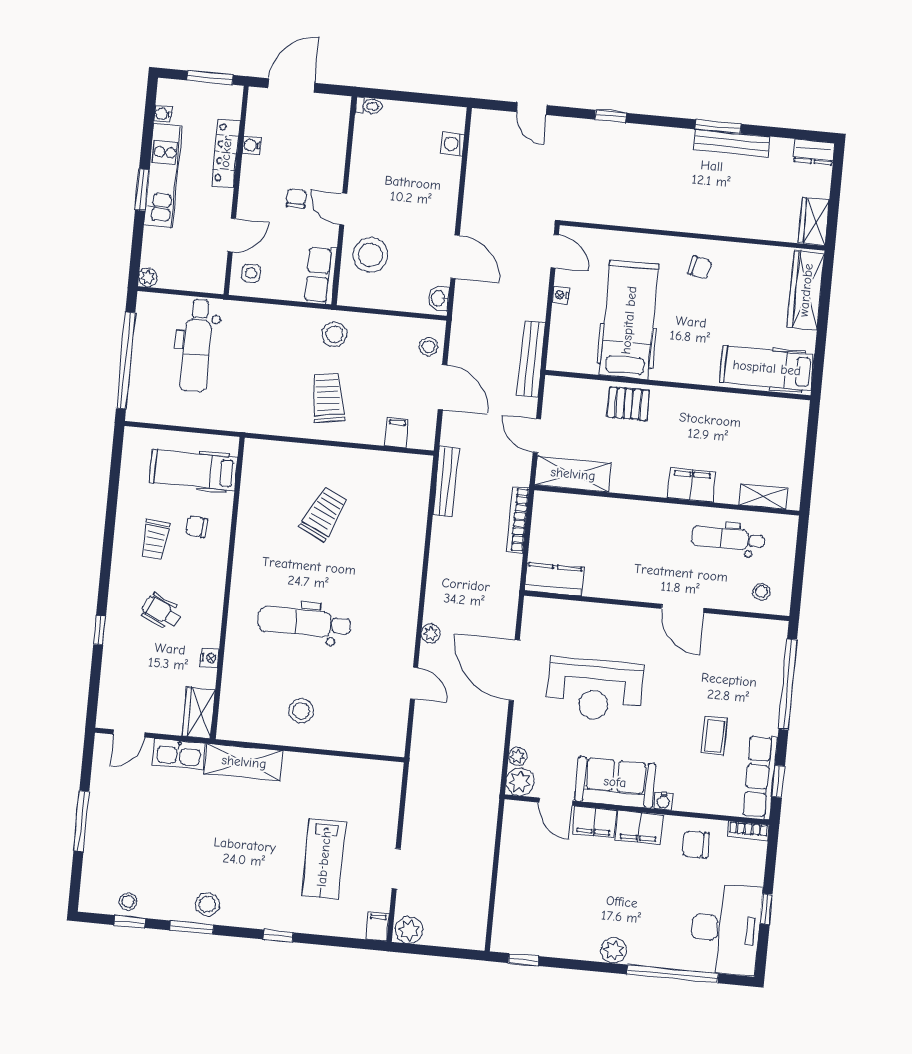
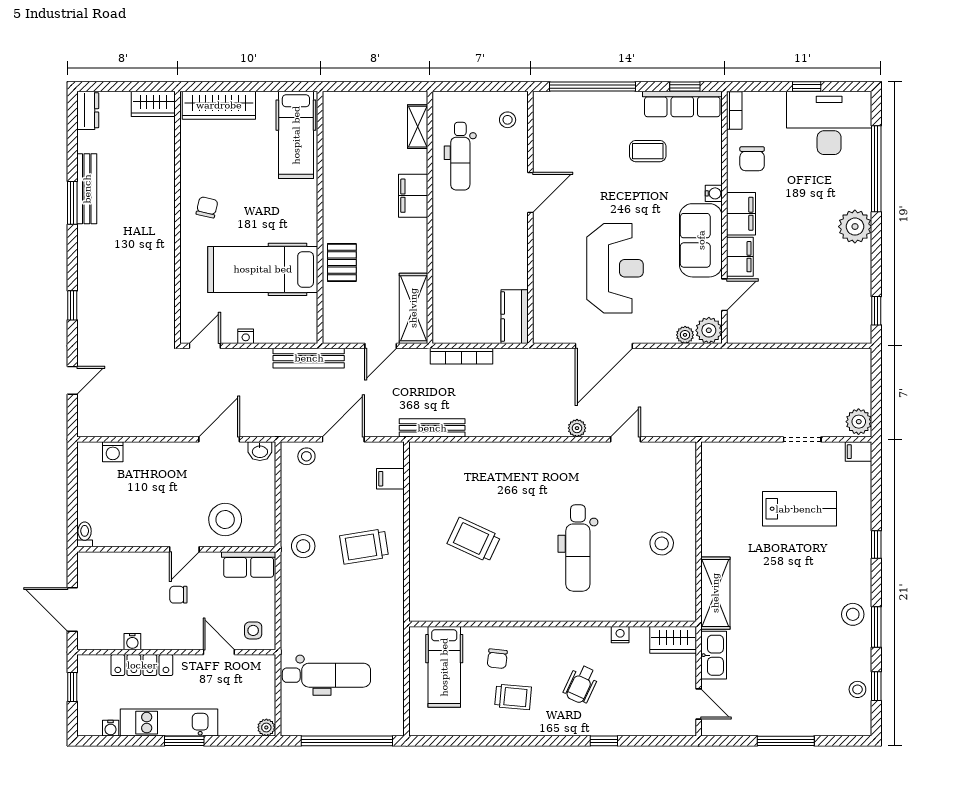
window: (210, 78) -> (72, 687), width x0.67
plant: (614, 950) -> (855, 227), width x1.36, depth x1.36

